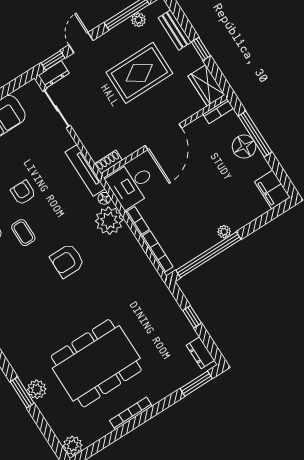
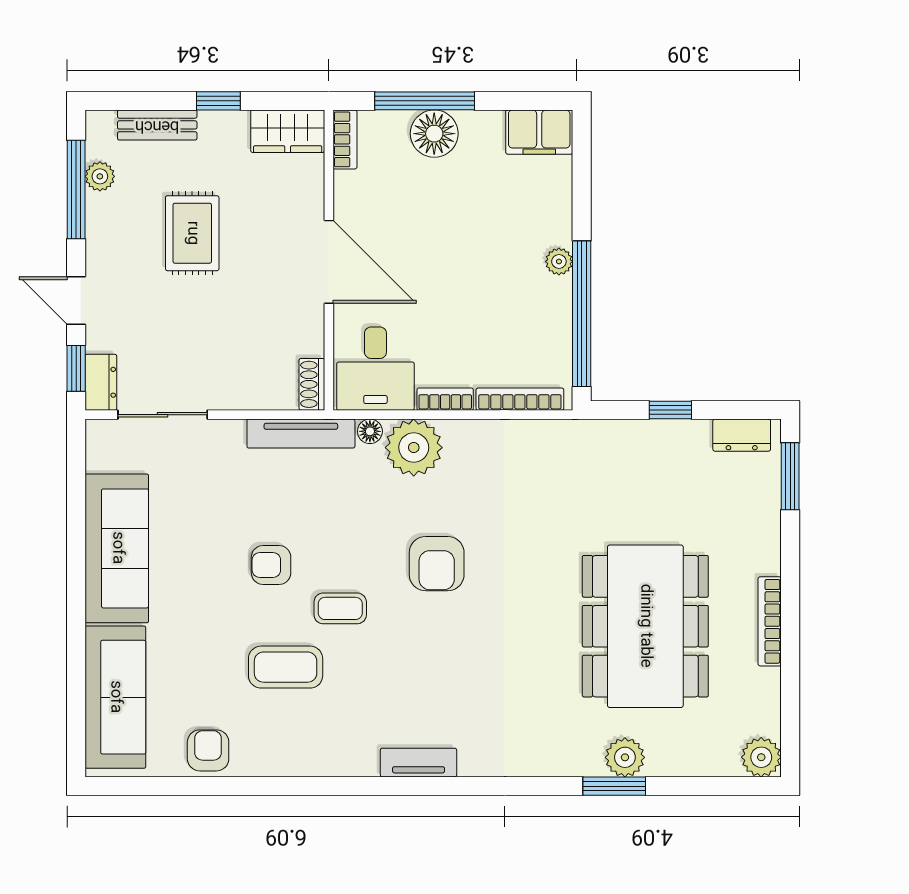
rug: (139, 73) -> (192, 233), width x0.73, depth x0.70

